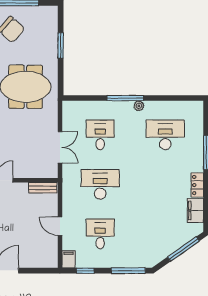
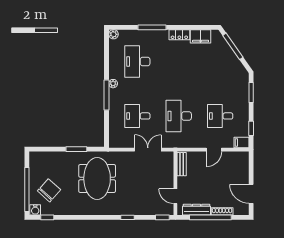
window: (61, 45) -> (76, 149), moved
plant: (198, 106) -> (113, 34), added
window: (128, 271) -> (251, 93), width x0.69

